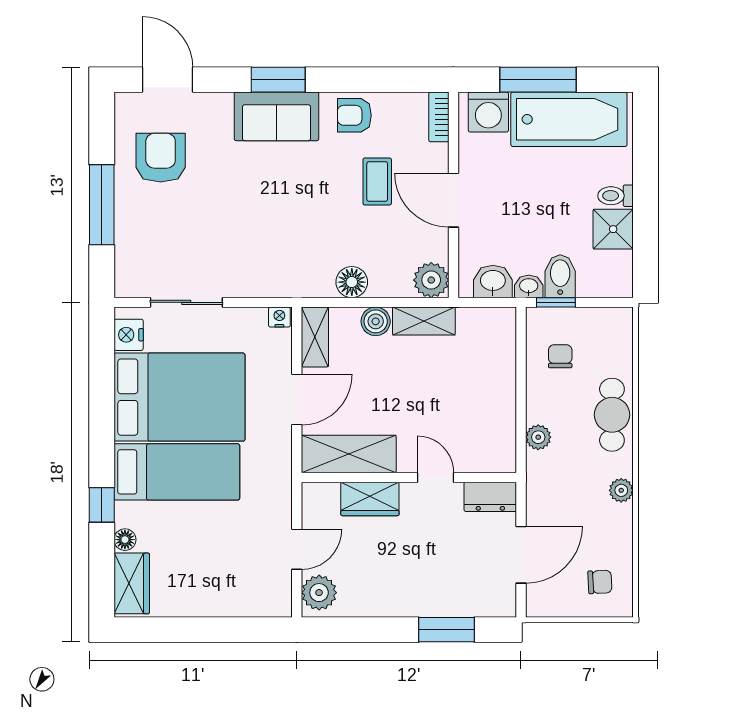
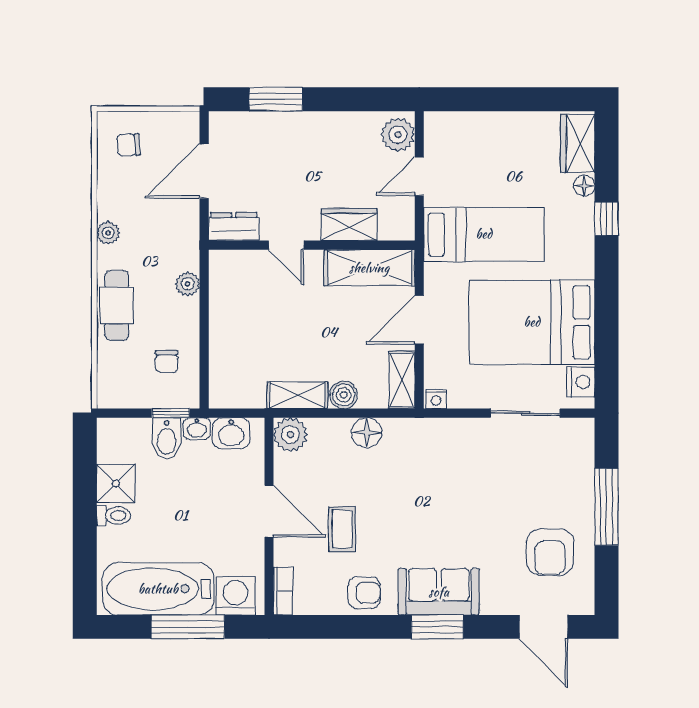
bed: (177, 472) -> (484, 234), moved, turned 180

